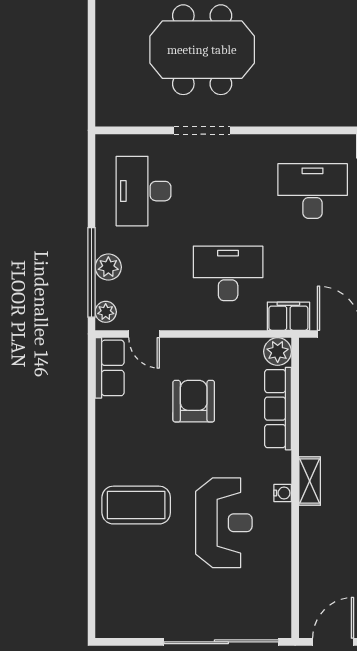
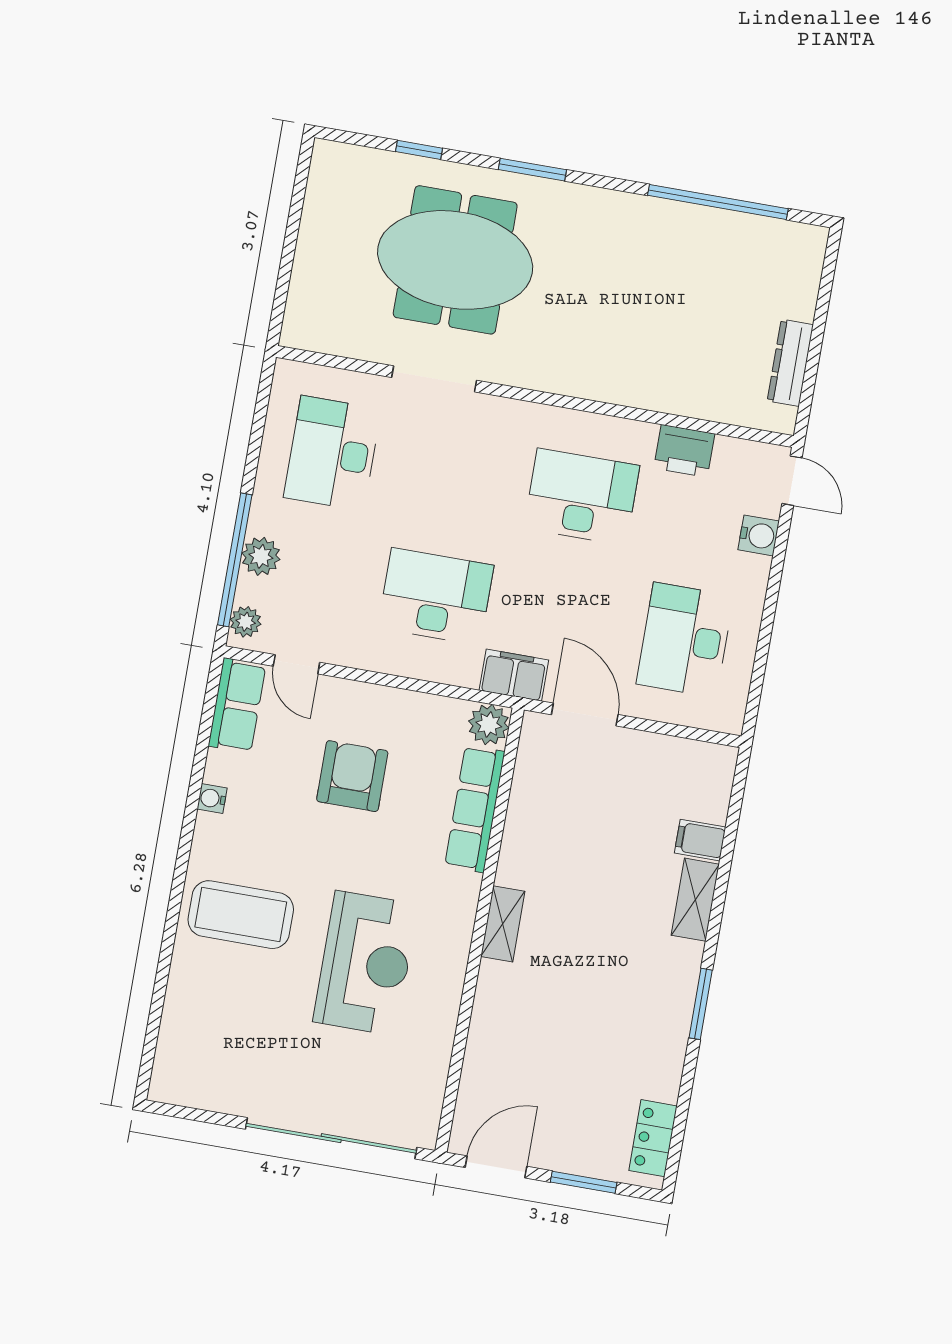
water cooler: (283, 493) -> (212, 798), moved, turned 180

